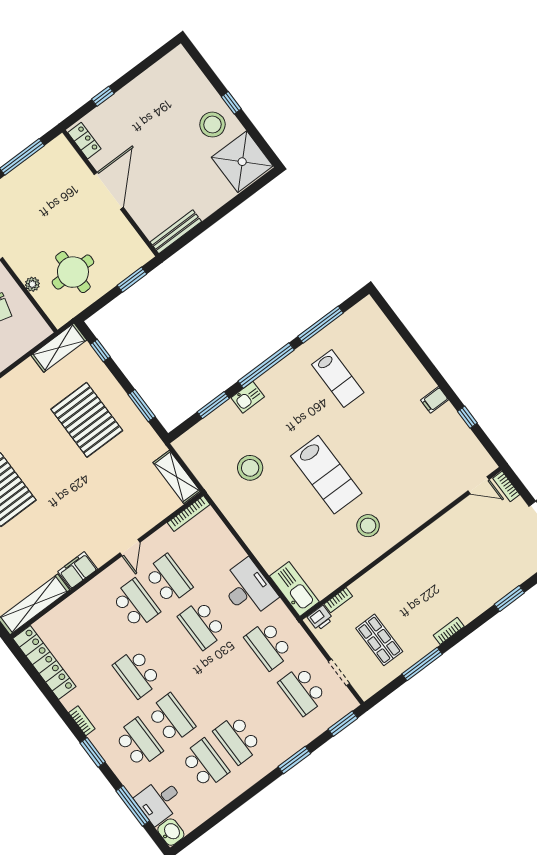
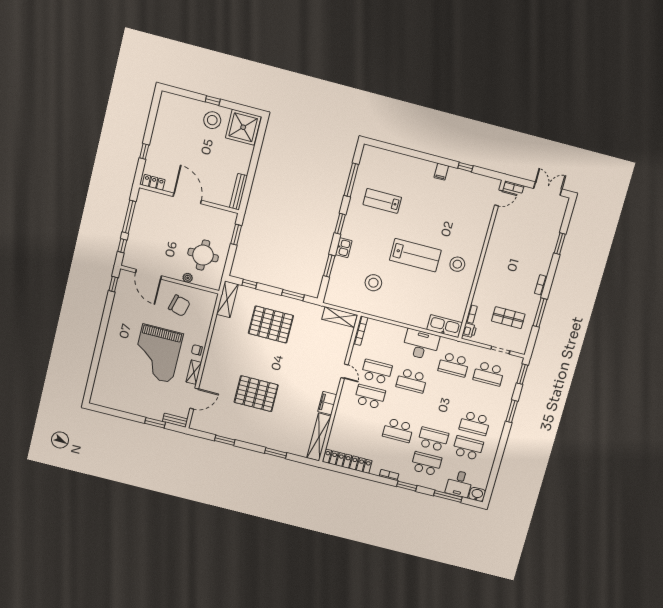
window: (266, 365) -> (340, 224), width x0.47
lab bench: (338, 379) -> (382, 201), turned 180

